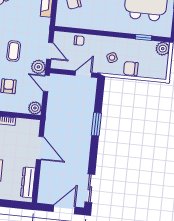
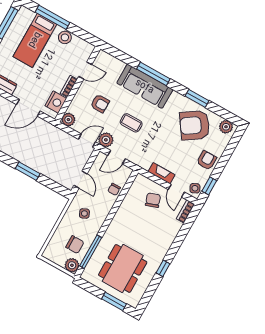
window: (144, 37) -> (91, 252), width x2.17
chair: (131, 69) -> (75, 245), moved, turned 90
nightstand: (24, 126) -> (56, 102), added

